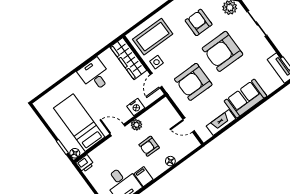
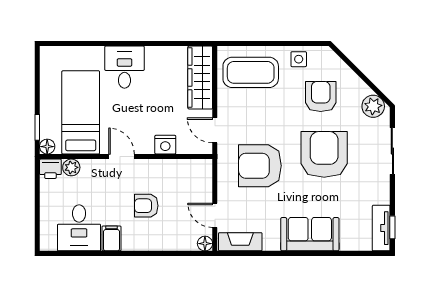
armchair: (222, 51) -> (324, 154), turned 90
side table: (157, 62) -> (299, 59), moved
desk: (95, 75) -> (124, 67), moved
door: (156, 81) -> (215, 130), hinge flipped
fireplace: (221, 123) -> (240, 242), moved
plant: (136, 125) -> (71, 167), moved
floor lamp: (170, 161) -> (205, 244), moved

